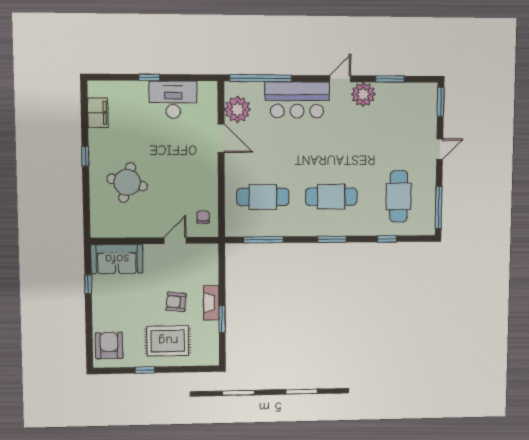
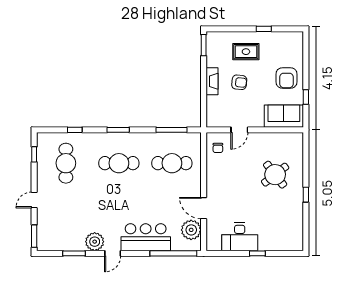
filing cabinet: (98, 113) -> (296, 227), removed
round table: (127, 182) -> (275, 175), turned 38
window: (439, 207) -> (34, 154), width x0.46
window: (222, 319) -> (204, 45), moved
rug: (168, 341) -> (246, 52), width x0.73, depth x0.70
armchair: (109, 346) -> (286, 78), moved

